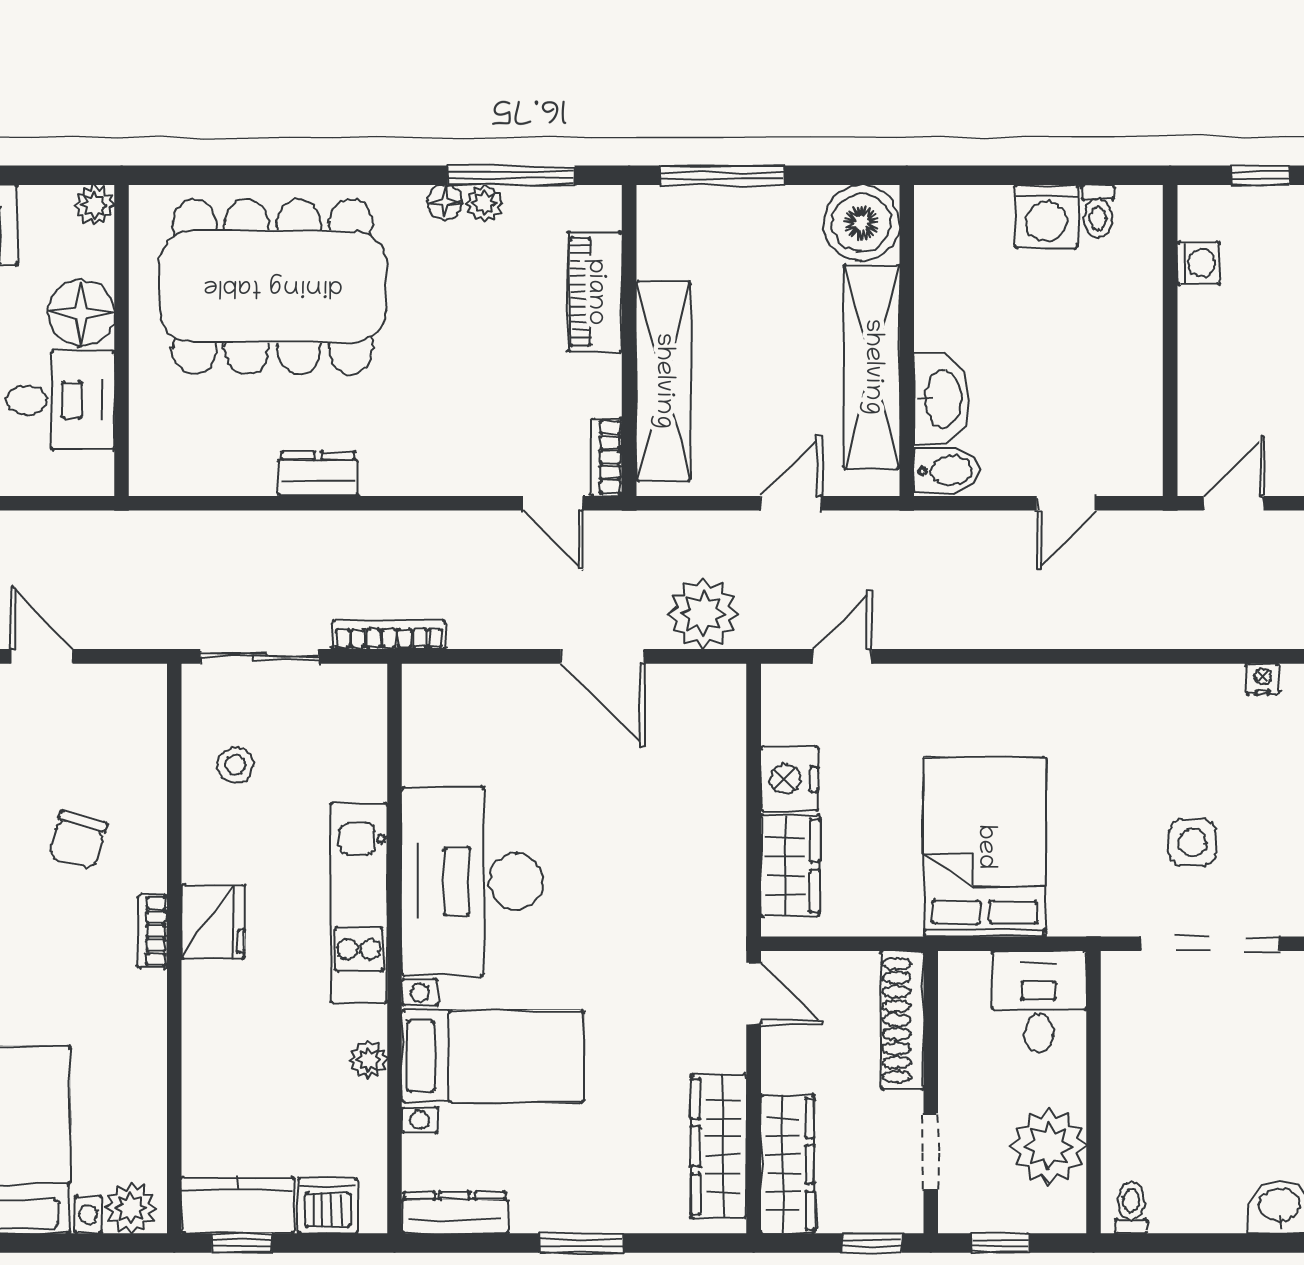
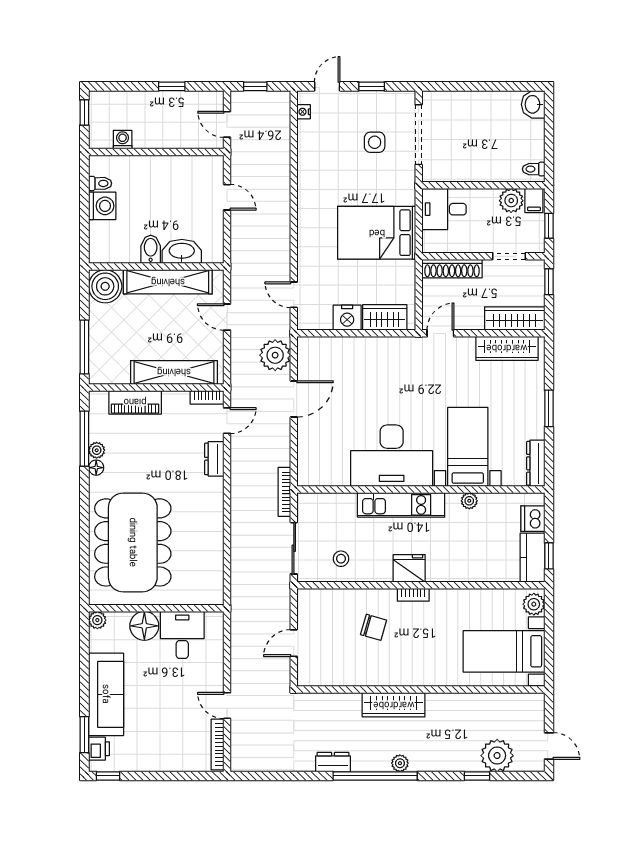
bidet: (947, 471) -> (151, 249), moved
dresser: (318, 474) -> (214, 459), moved
plant: (1049, 1146) -> (511, 201), width x0.73, depth x0.73
filing cabinet: (1059, 1208) -> (534, 200), added

